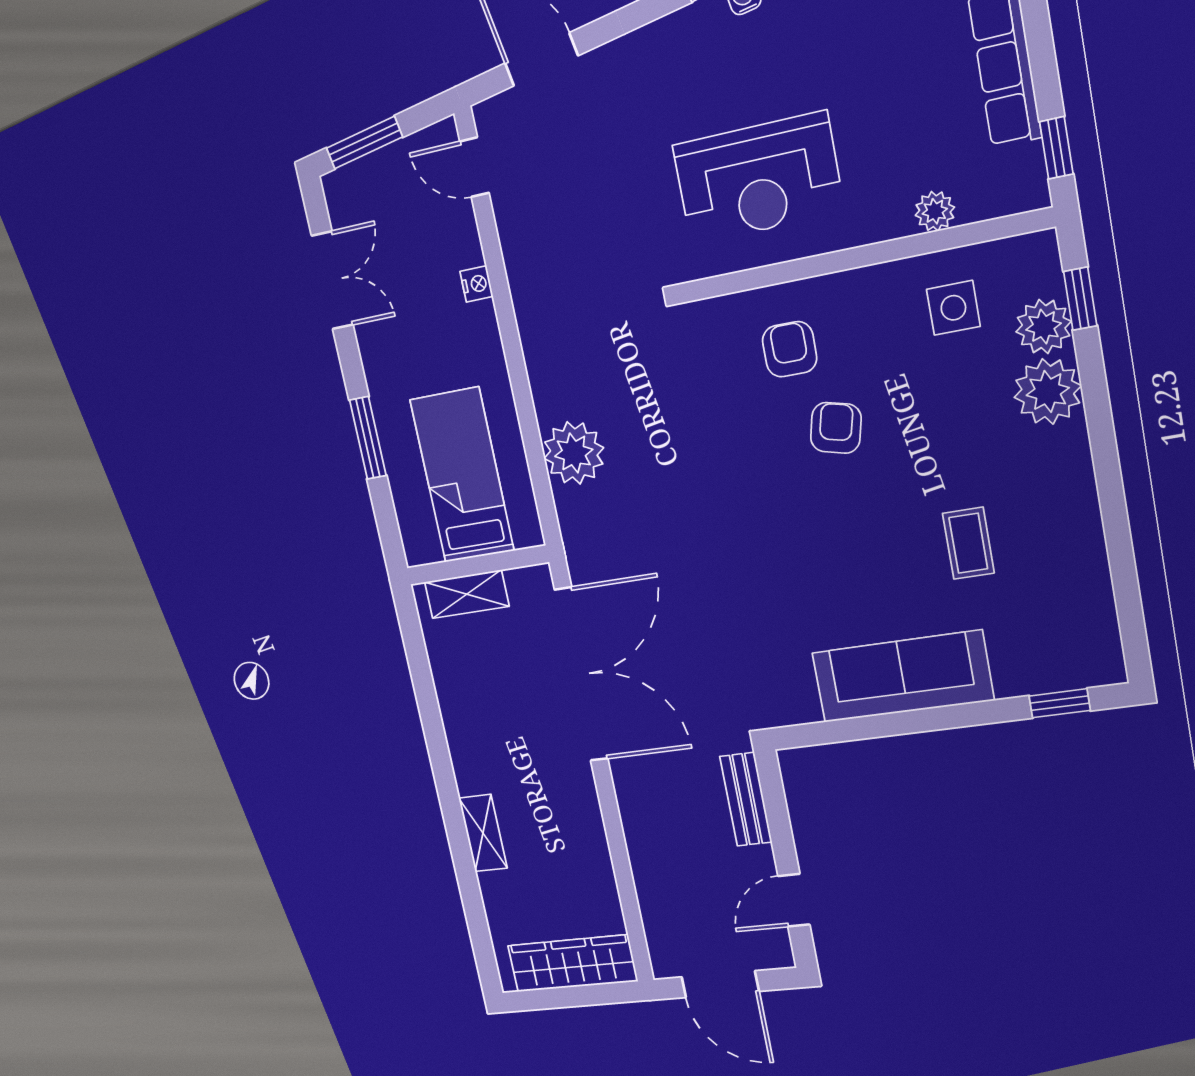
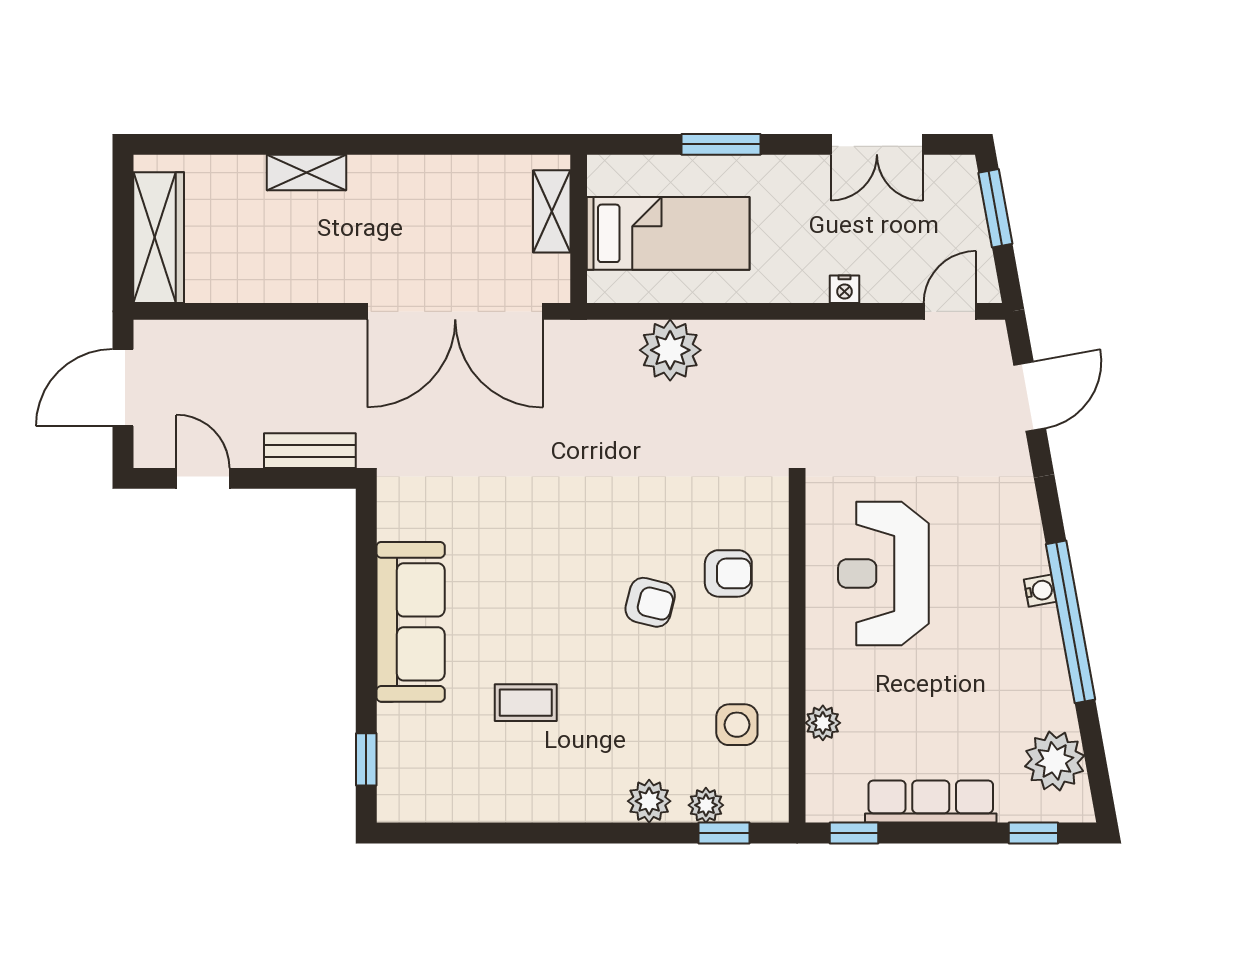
plant: (1044, 327) -> (706, 805), width x0.73, depth x0.73
plant: (1048, 392) -> (649, 801), width x0.73, depth x0.73

